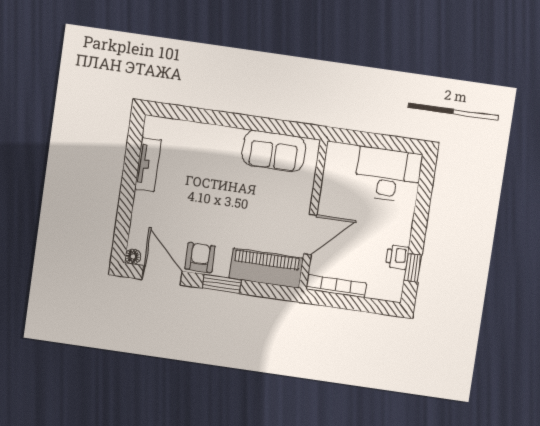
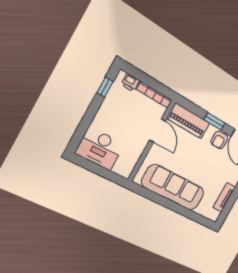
sofa: (274, 151) -> (173, 188), width x1.85, depth x1.27
door: (310, 234) -> (157, 131), swing flipped
printer: (397, 257) -> (130, 82), moved, turned 90

